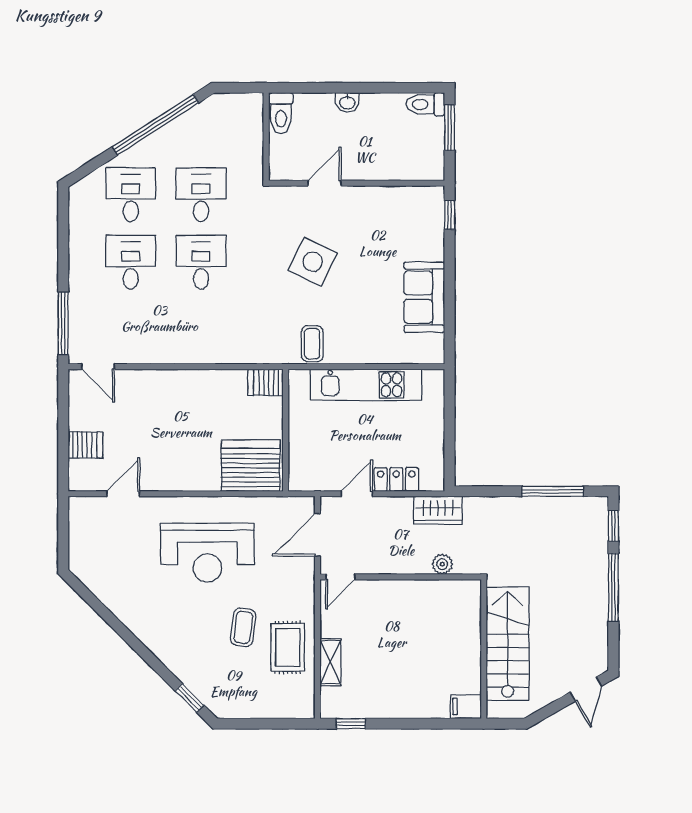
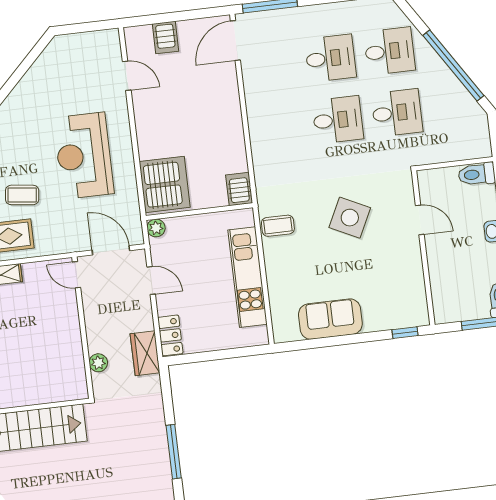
door: (98, 367) -> (235, 40), width x1.38
locker: (396, 479) -> (170, 335), moved
plant: (298, 481) -> (156, 228), added

